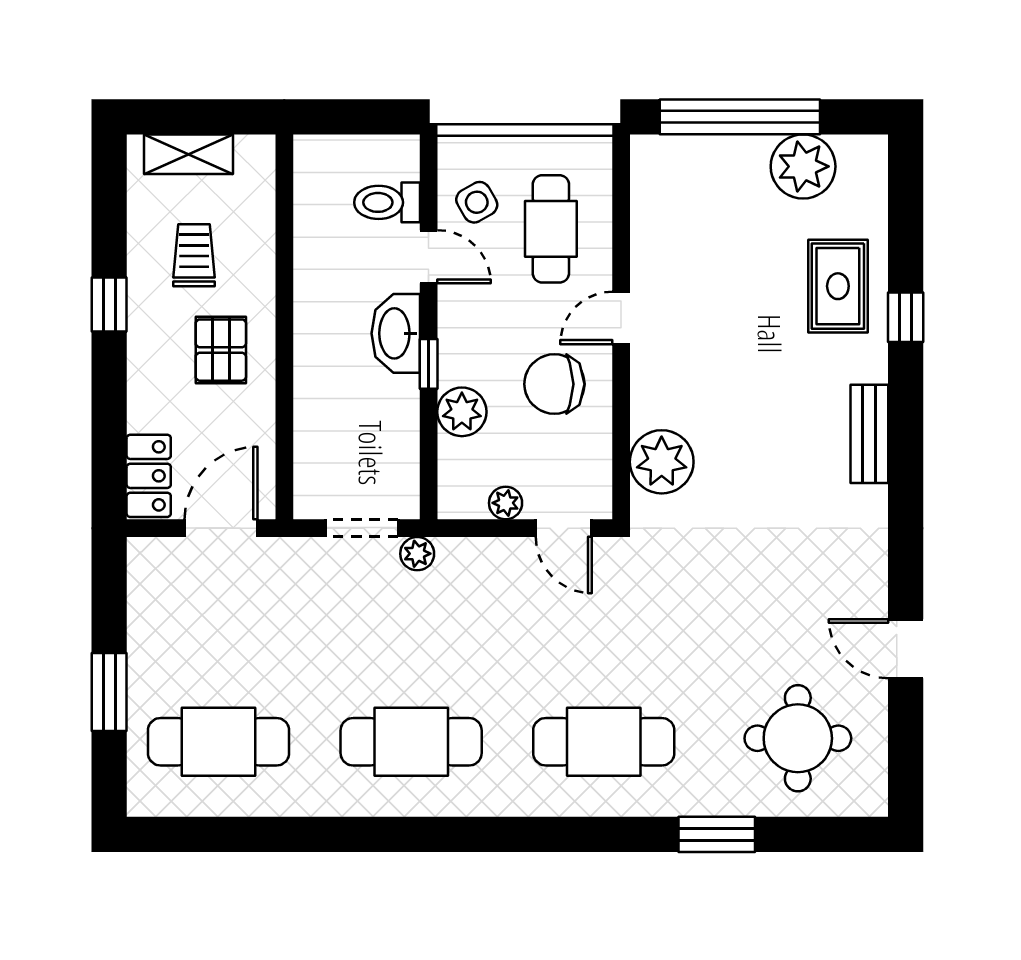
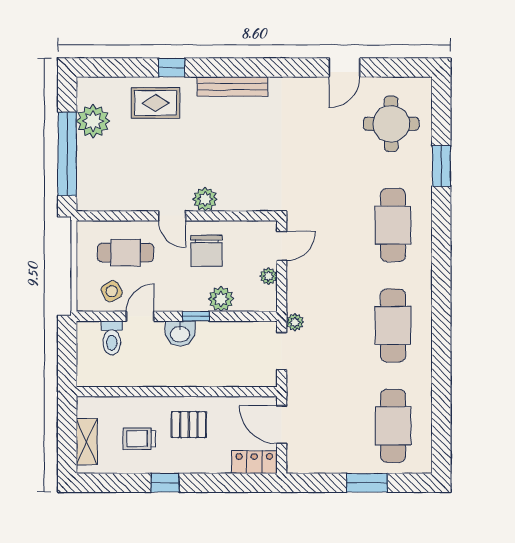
washbasin: (396, 333) -> (180, 333), width x0.72
bench: (869, 434) -> (232, 87), width x1.36
plant: (662, 462) -> (205, 199), moved, width x0.73, depth x0.73

